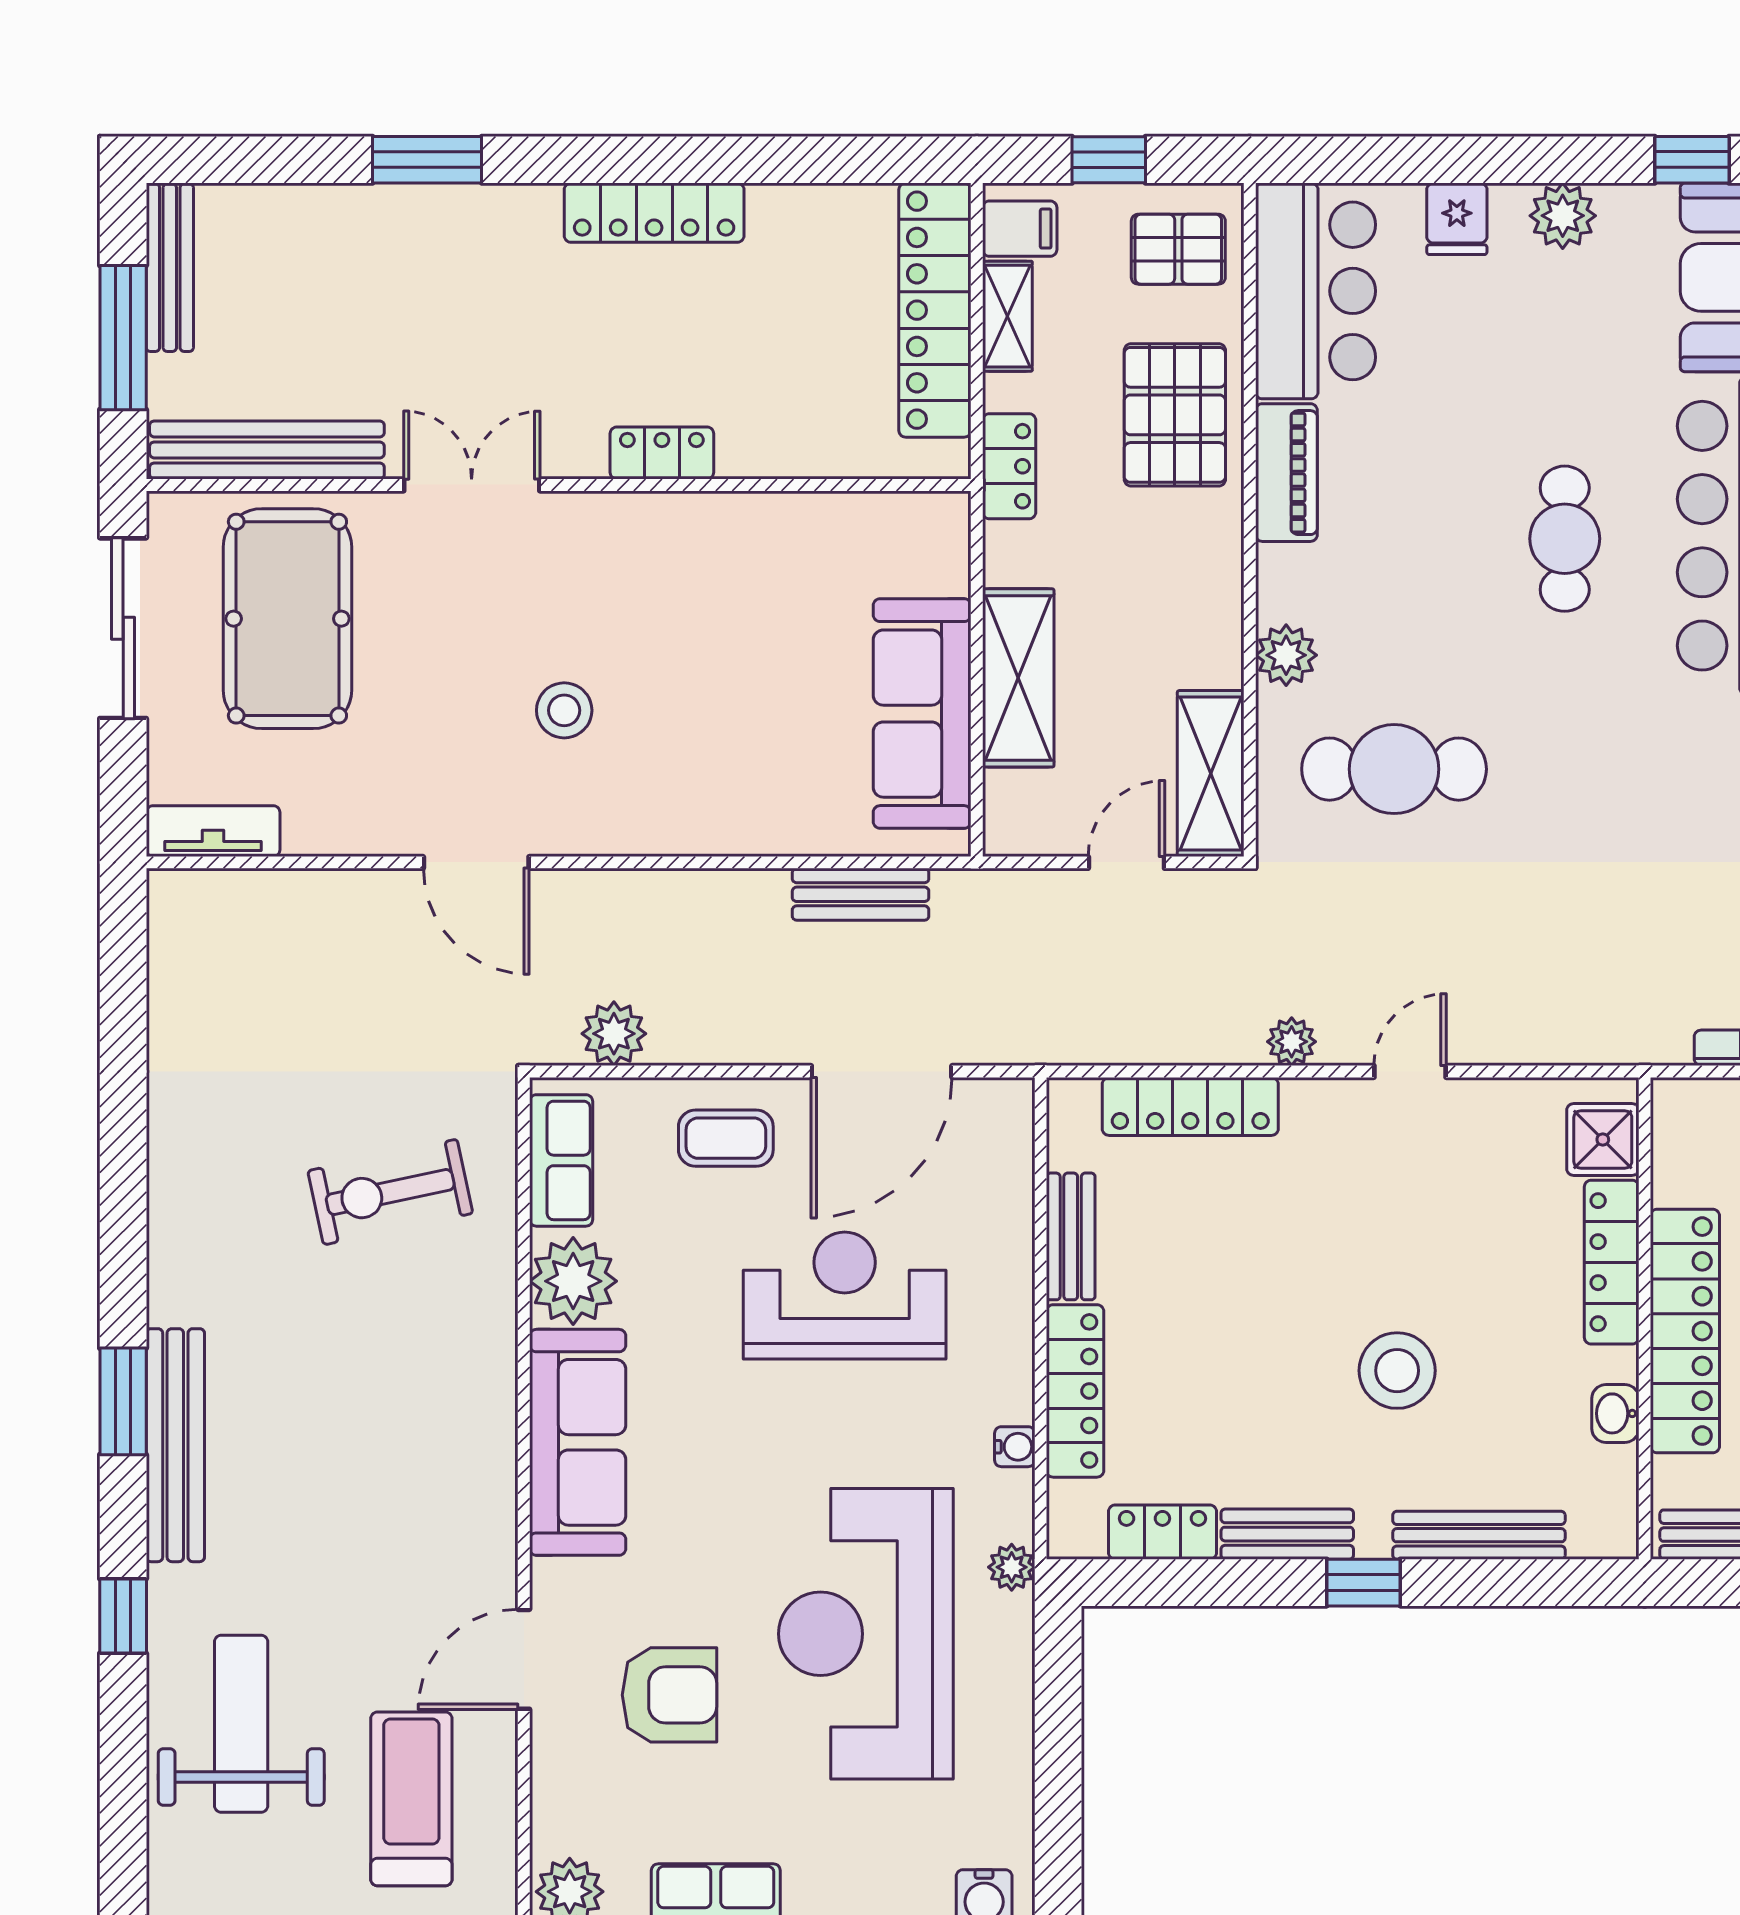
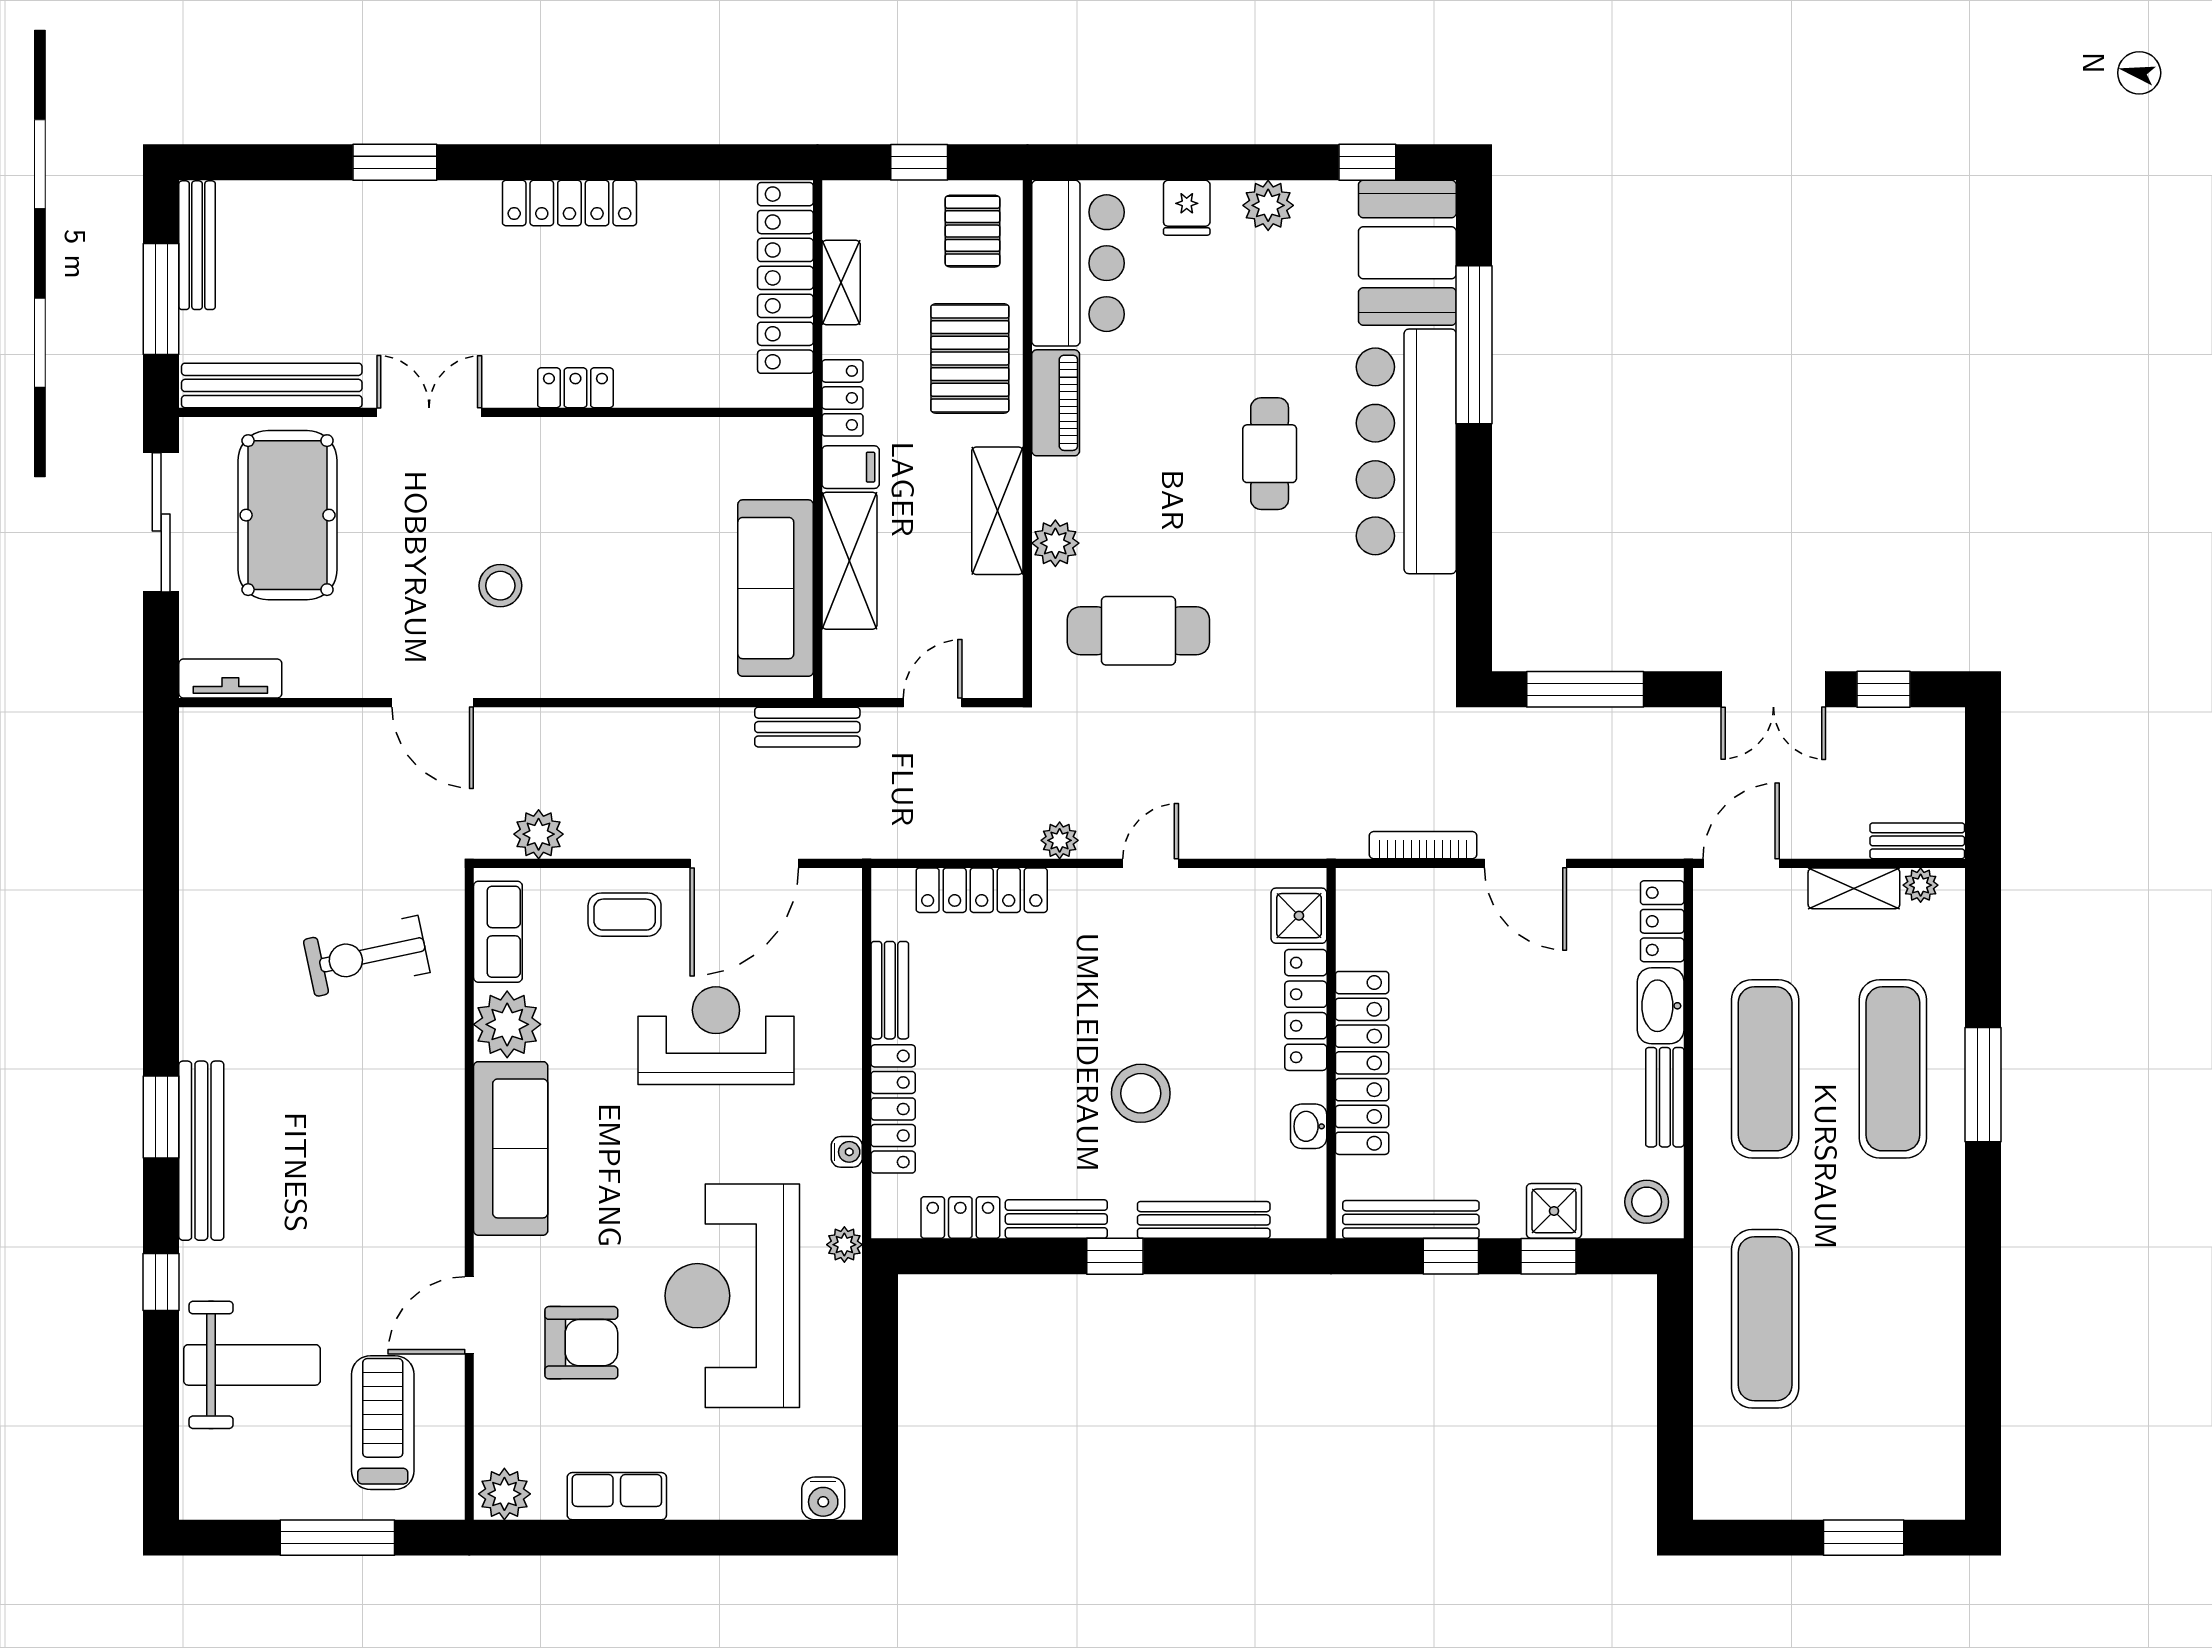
filing cabinet: (1020, 229) -> (851, 467), moved
pallet: (1178, 249) -> (973, 231), turned 90
shelving: (1211, 774) -> (997, 511), moved
bench: (861, 894) -> (807, 727), moved
weight bench: (241, 1724) -> (252, 1365), turned 90

